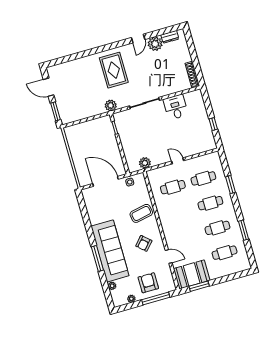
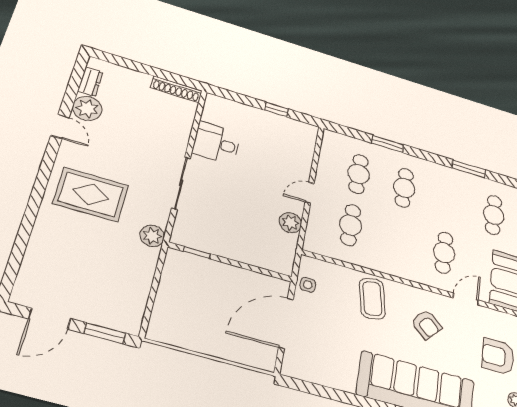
plant: (145, 163) -> (290, 223), moved
cafe table: (217, 228) -> (444, 253), moved

